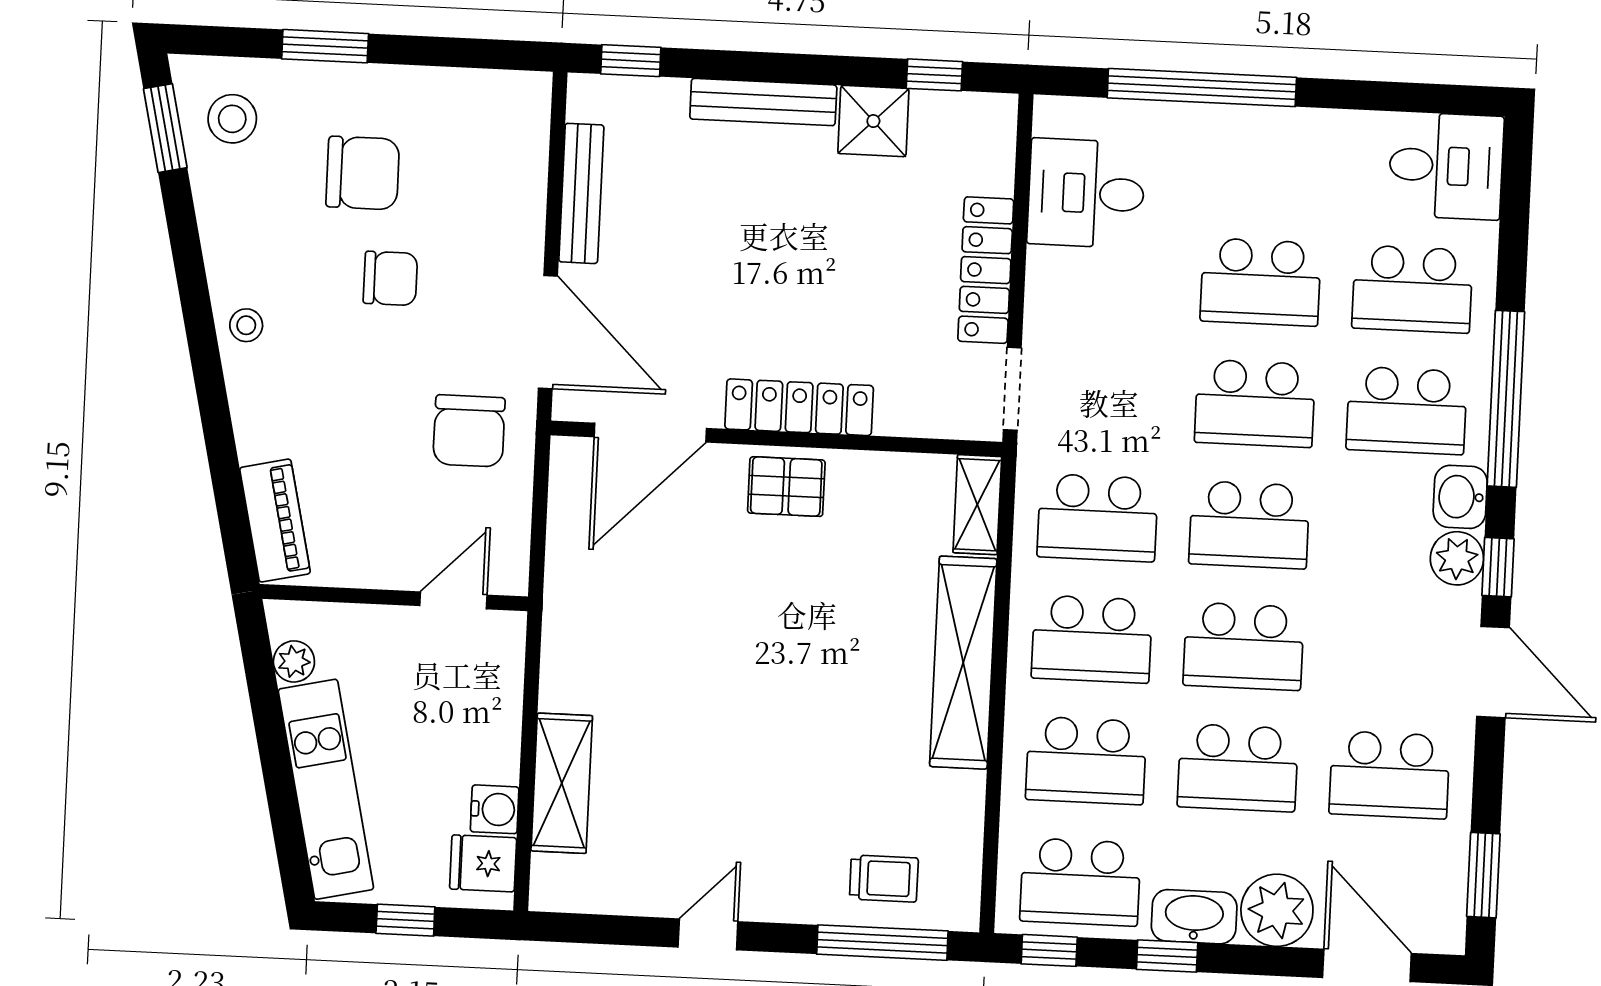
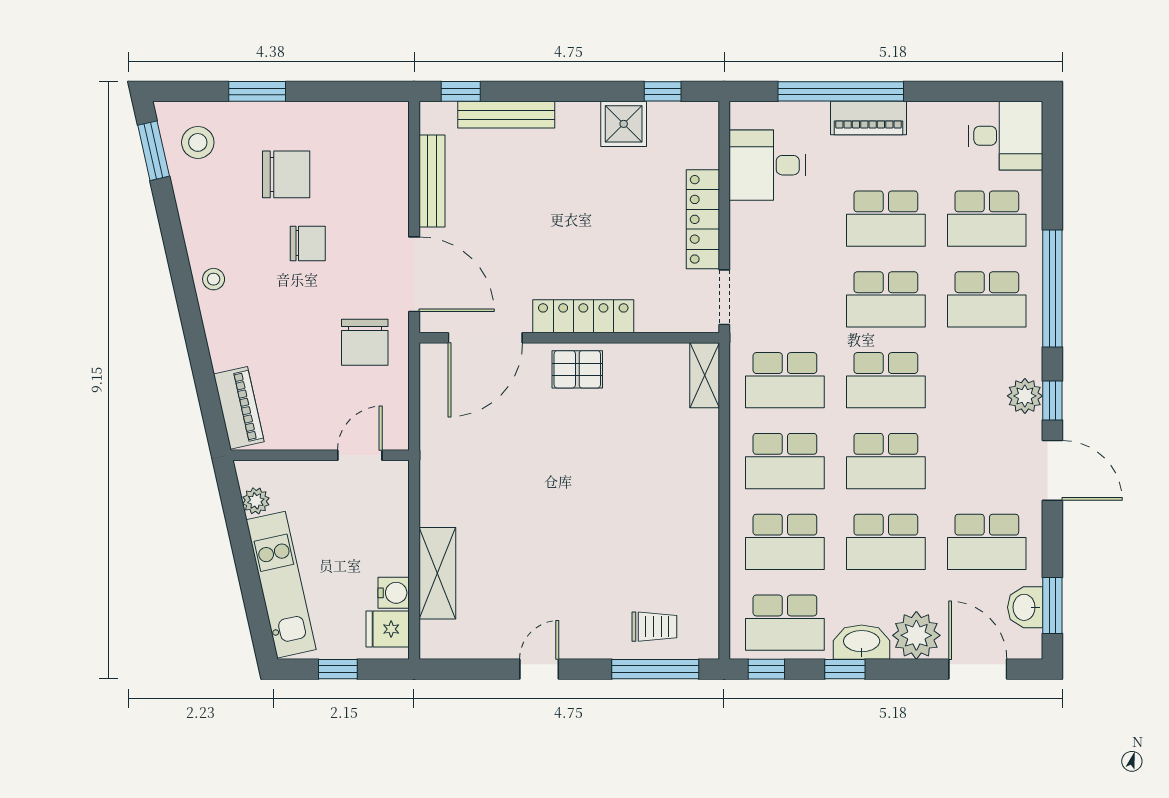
bench: (763, 102) -> (506, 115), moved
piano: (1242, 130) -> (868, 118), added
washbasin: (1460, 497) -> (1025, 607), moved
shelving: (963, 663) -> (700, 481), removed

